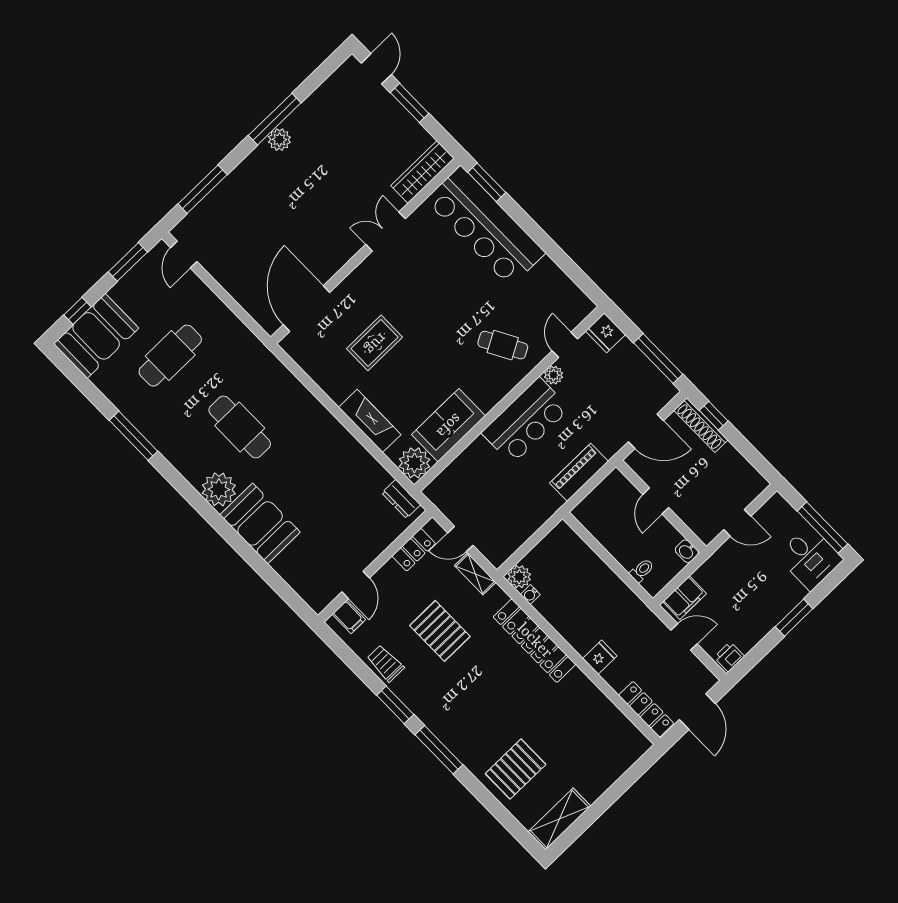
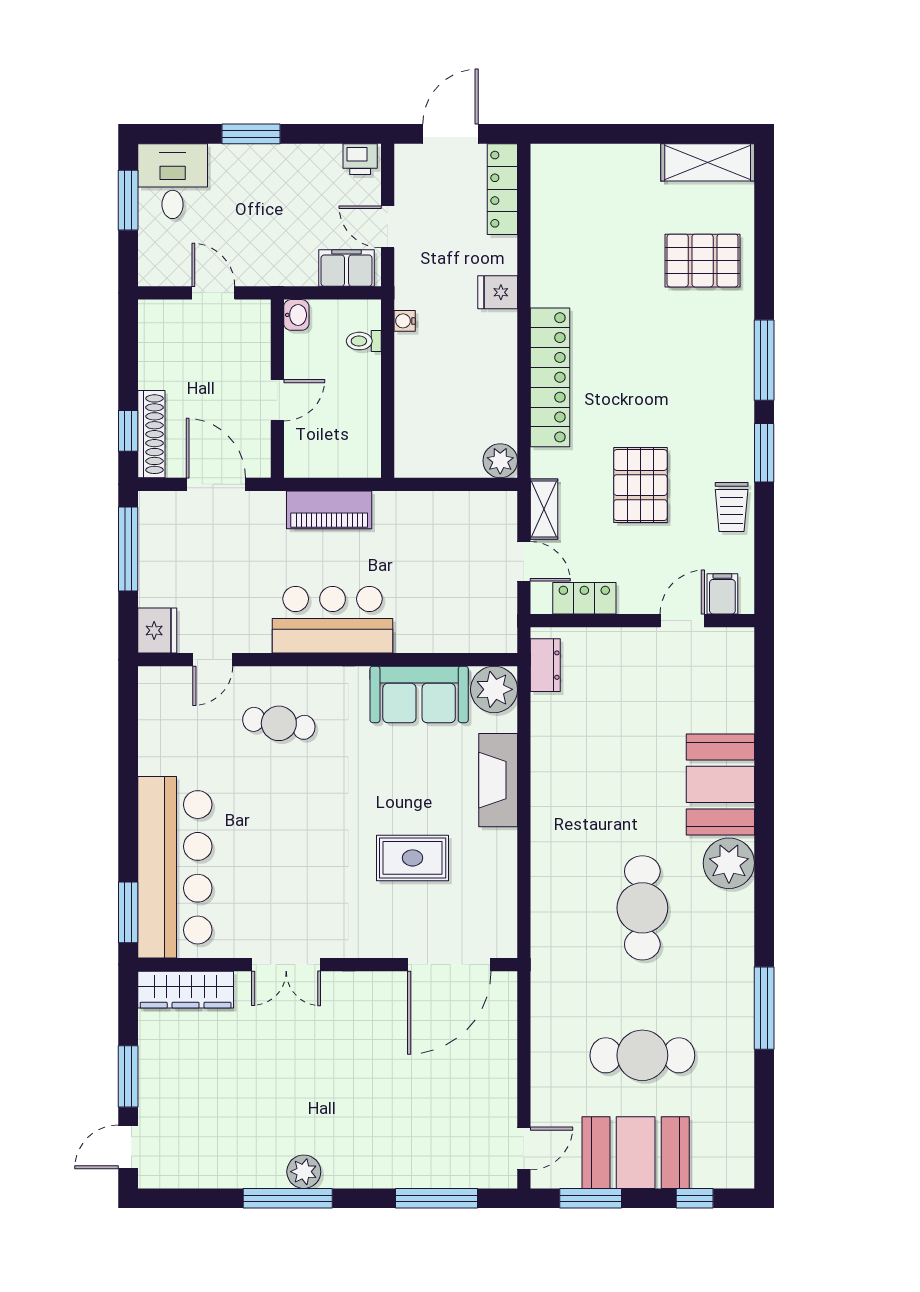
booth: (96, 336) -> (636, 1153), moved
cafe table: (503, 345) -> (279, 723), turned -52
plant: (554, 375) -> (256, 639), removed
window: (822, 528) -> (128, 200), width x0.69
water cooler: (530, 594) -> (405, 321), moved, turned 180

